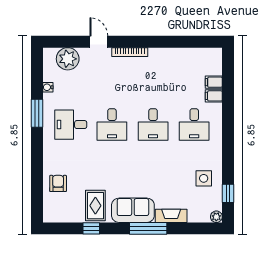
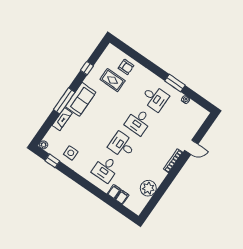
plant: (68, 59) -> (148, 188), moved
desk: (71, 125) -> (155, 98), turned 90
desk: (112, 125) -> (138, 122), turned -90
desk: (194, 125) -> (105, 169), turned -90
rug: (95, 206) -> (113, 80), moved

